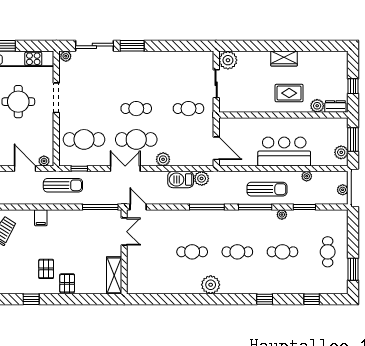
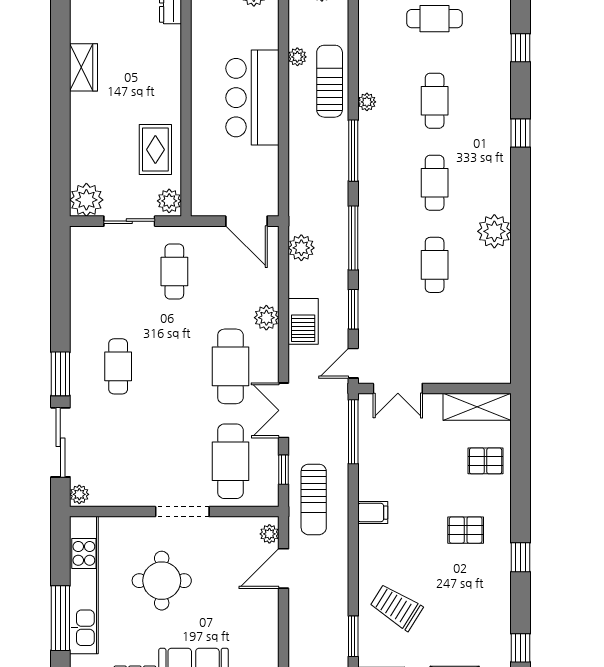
wardrobe: (284, 59) -> (83, 67), moved
rug: (289, 93) -> (155, 150), moved
doorway: (56, 98) -> (182, 512), moved
plant: (317, 106) -> (169, 201), moved
cafe table: (136, 109) -> (118, 366), moved
door: (216, 148) -> (246, 221), swing flipped
double door: (125, 169) -> (283, 410), moved
barbecue: (181, 180) -> (303, 321), moved
sun lounger: (63, 185) -> (314, 499), turned 180
sun lounger: (267, 189) -> (330, 81), moved
window: (304, 207) -> (353, 309), moved
filing cabinet: (41, 218) -> (373, 513), moved
double door: (124, 232) -> (398, 388), swing flipped
pallet: (67, 283) -> (486, 461), moved

